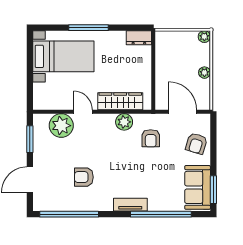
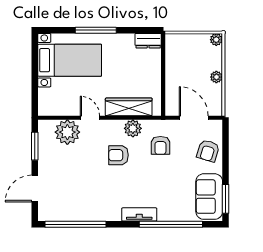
armchair: (84, 177) -> (118, 155), moved

